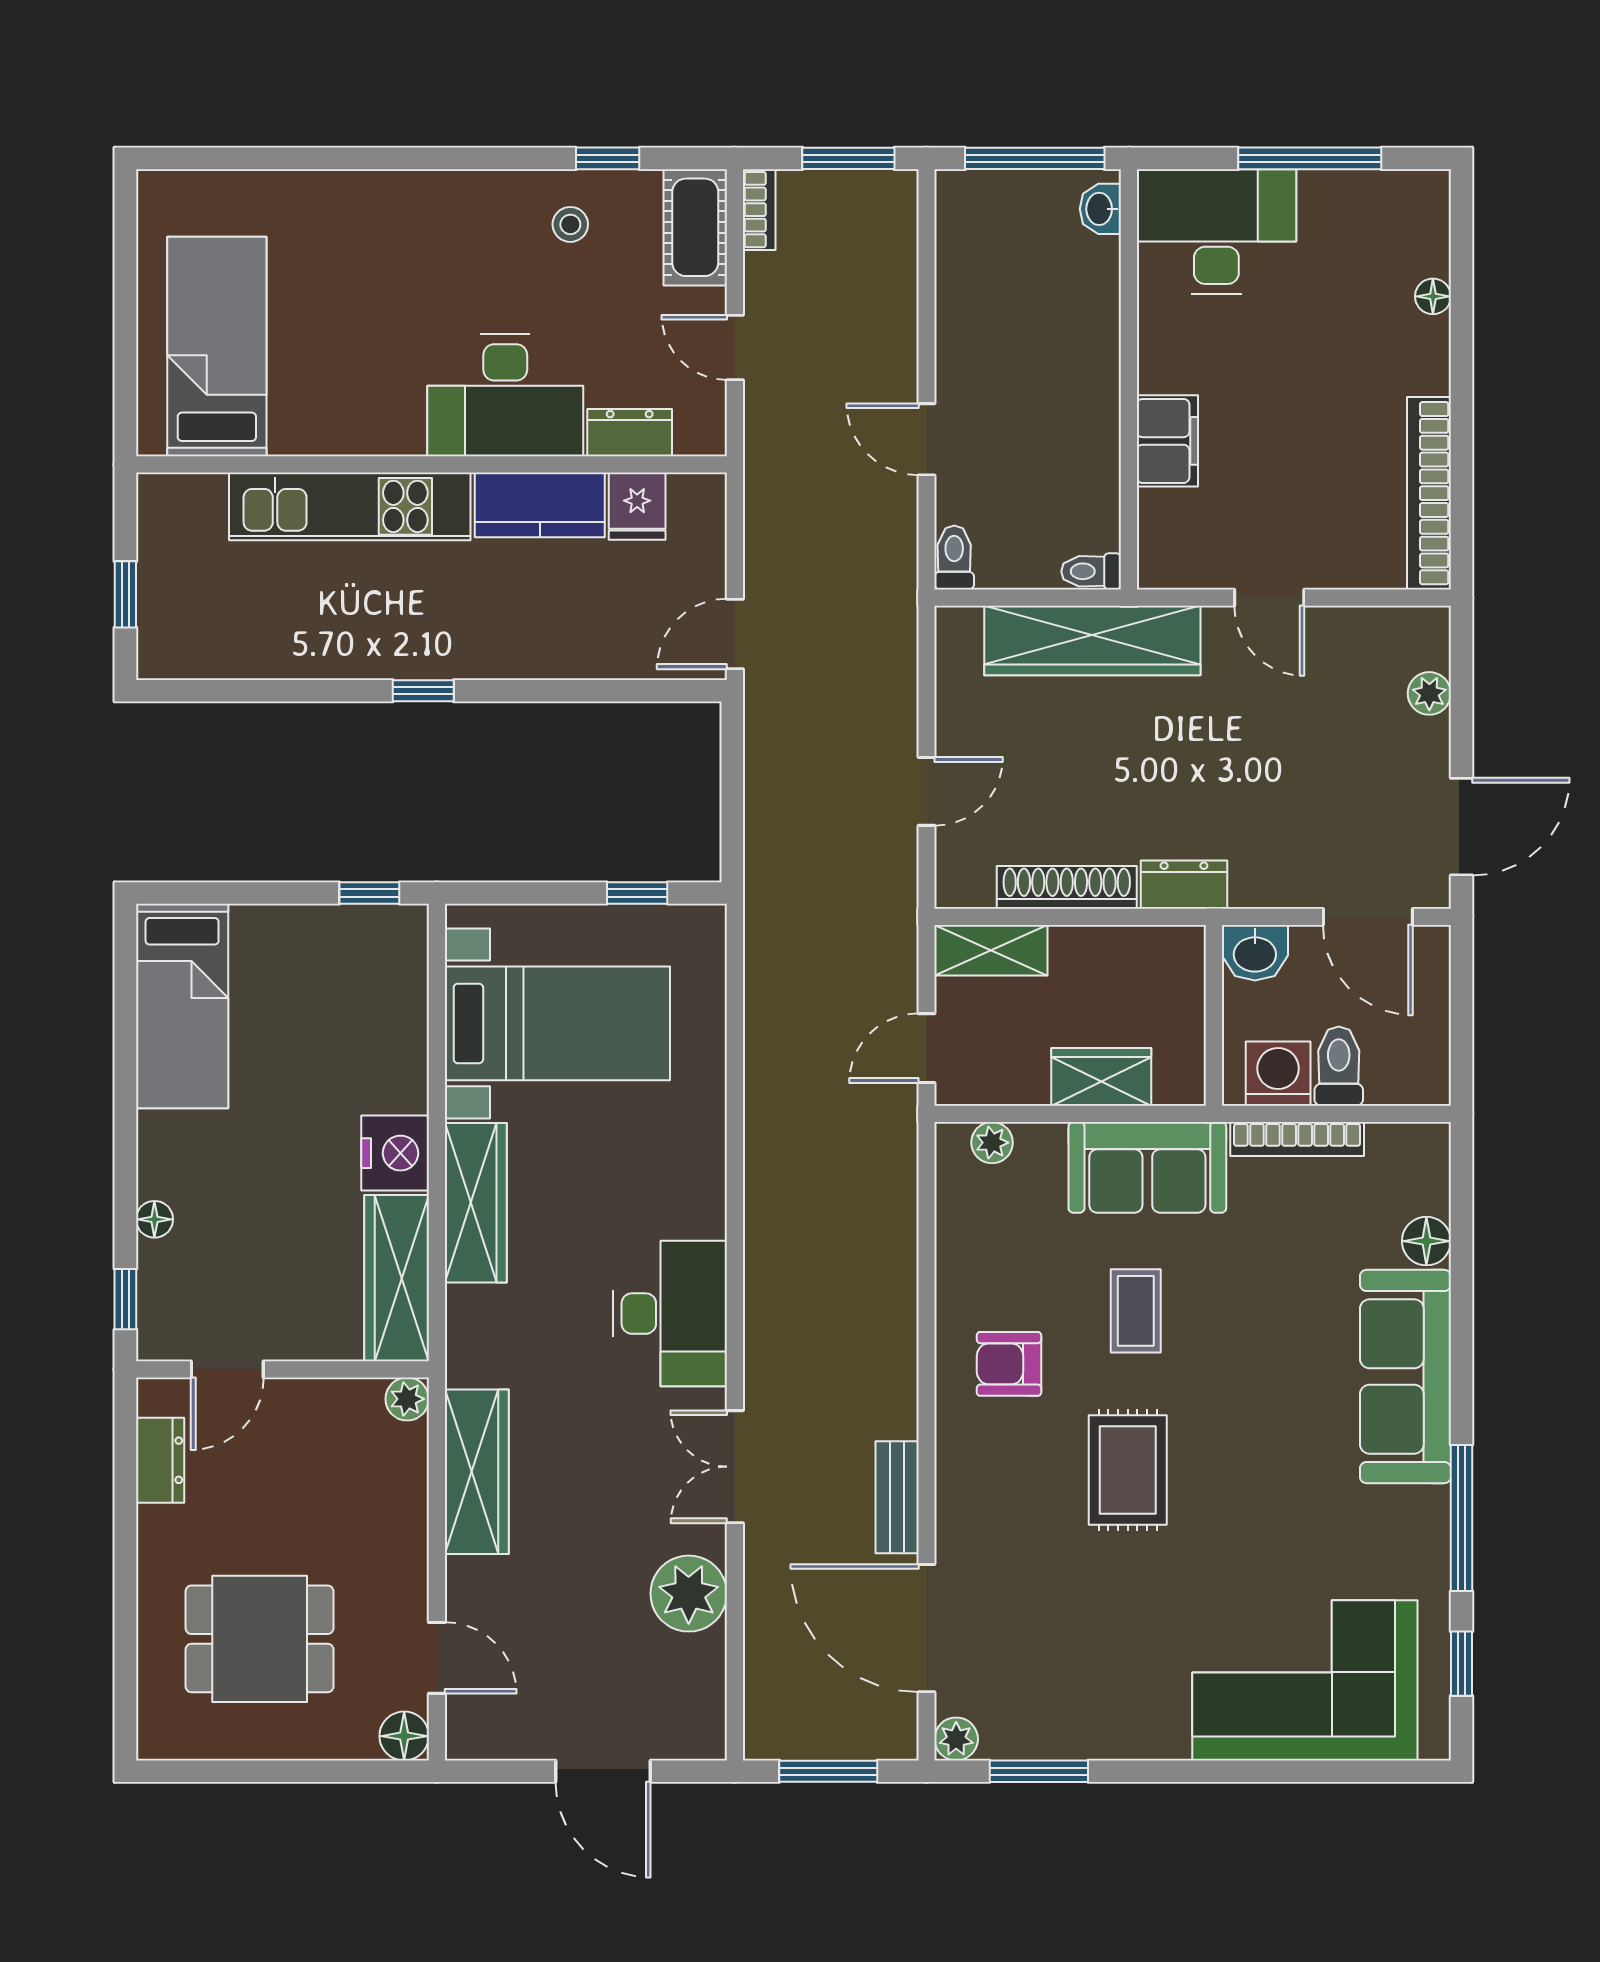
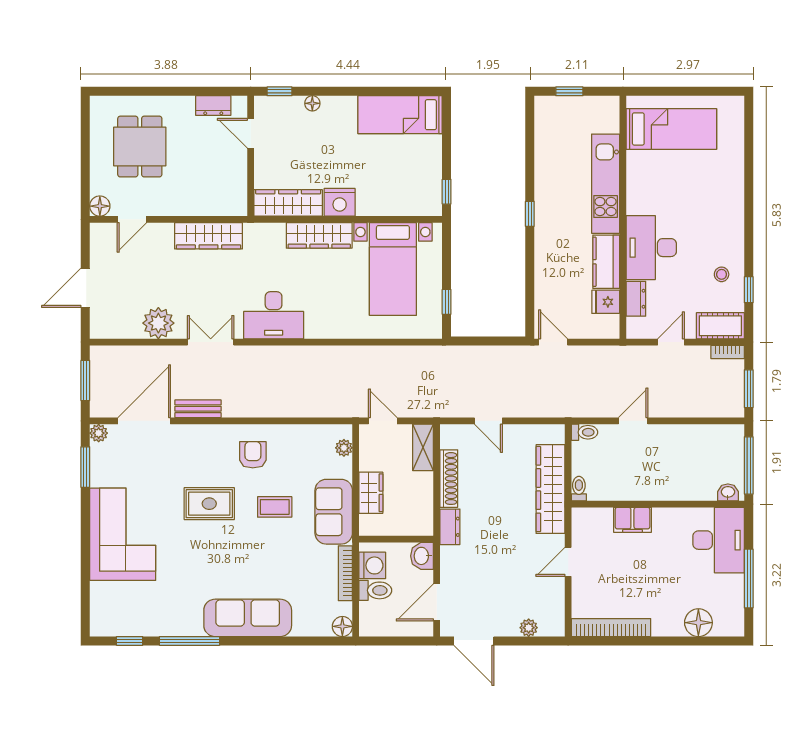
floor lamp: (1433, 296) -> (698, 623), width x1.89, depth x1.89
floor lamp: (1426, 1241) -> (342, 626), moved
plant: (407, 1399) -> (238, 207), removed
corner sofa: (1305, 1680) -> (123, 534), moved

